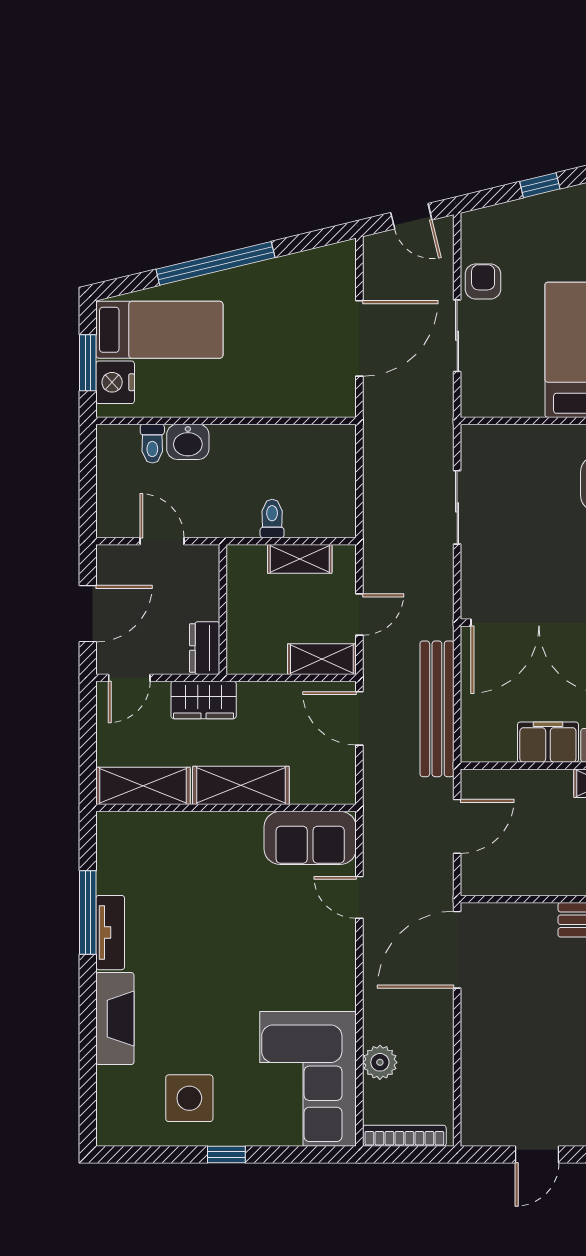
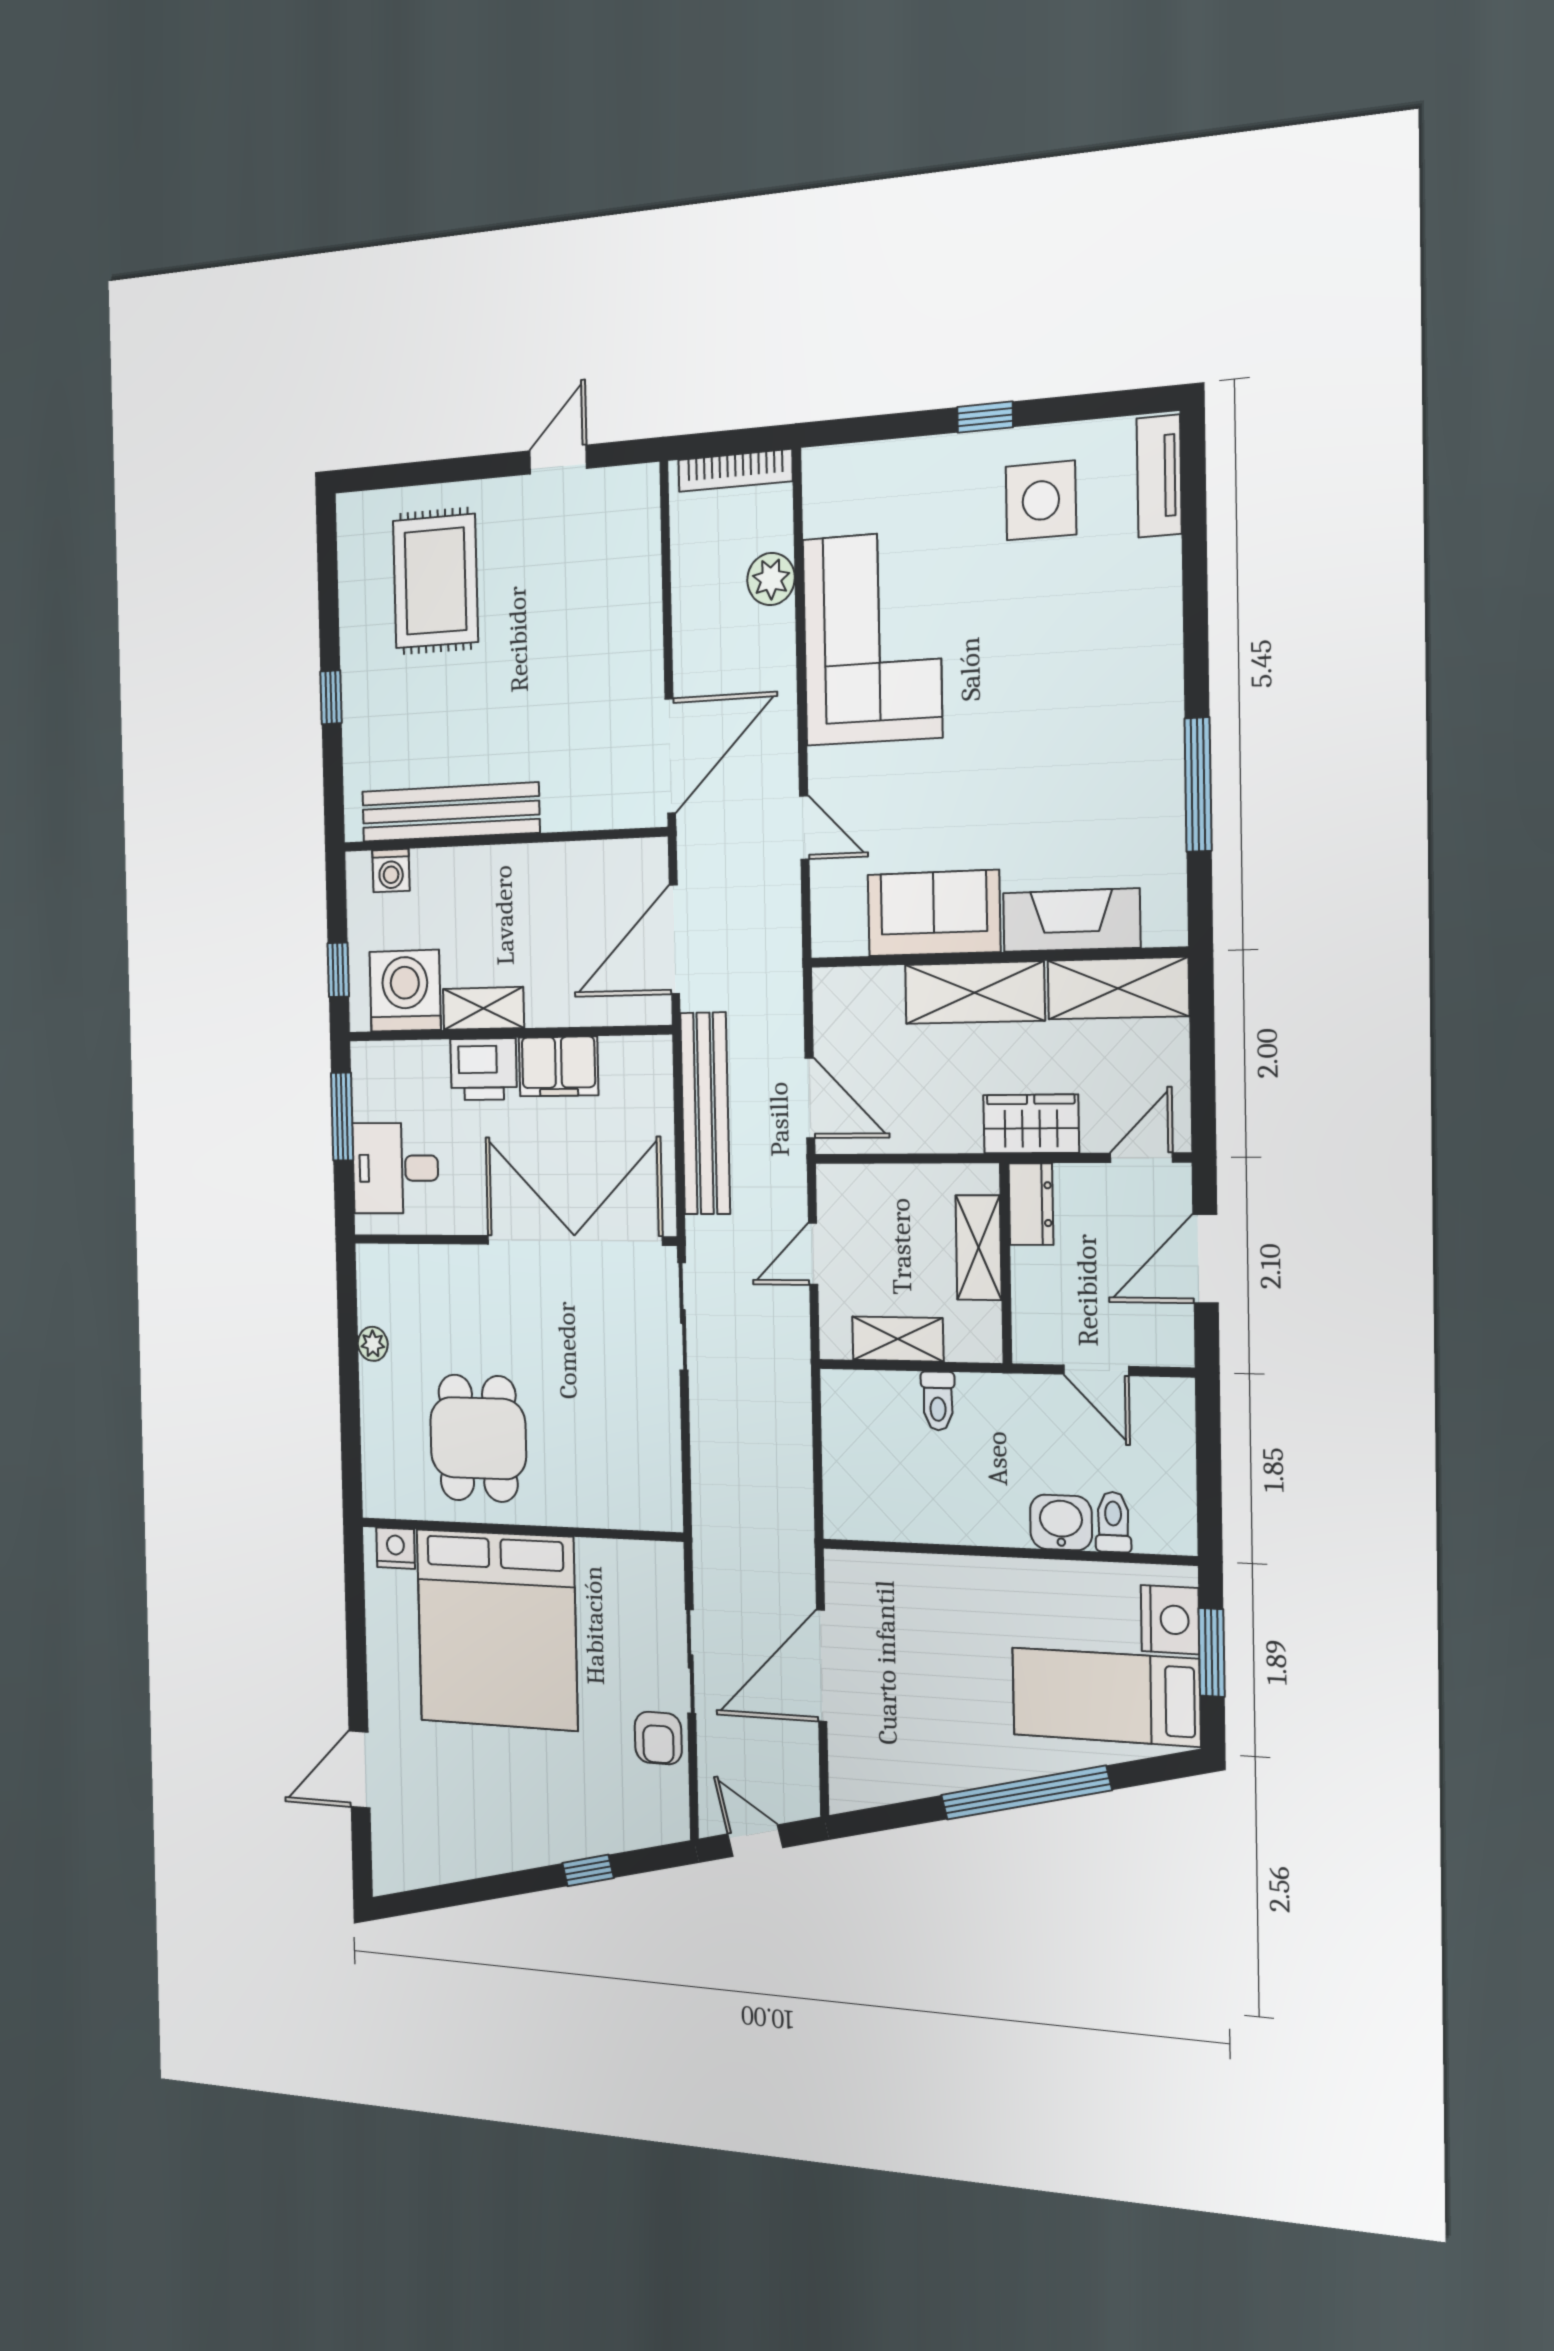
sliding door: (457, 507) -> (683, 1316), moved
shelving: (322, 659) -> (979, 1248), moved, turned 90
door: (457, 826) -> (674, 940), width x1.36
sofa: (310, 838) -> (934, 913), moved
tv unit: (110, 933) -> (1159, 476), moved
fireplace: (115, 1019) -> (1071, 920), moved, turned 90
corner sofa: (308, 1079) -> (872, 638), moved

